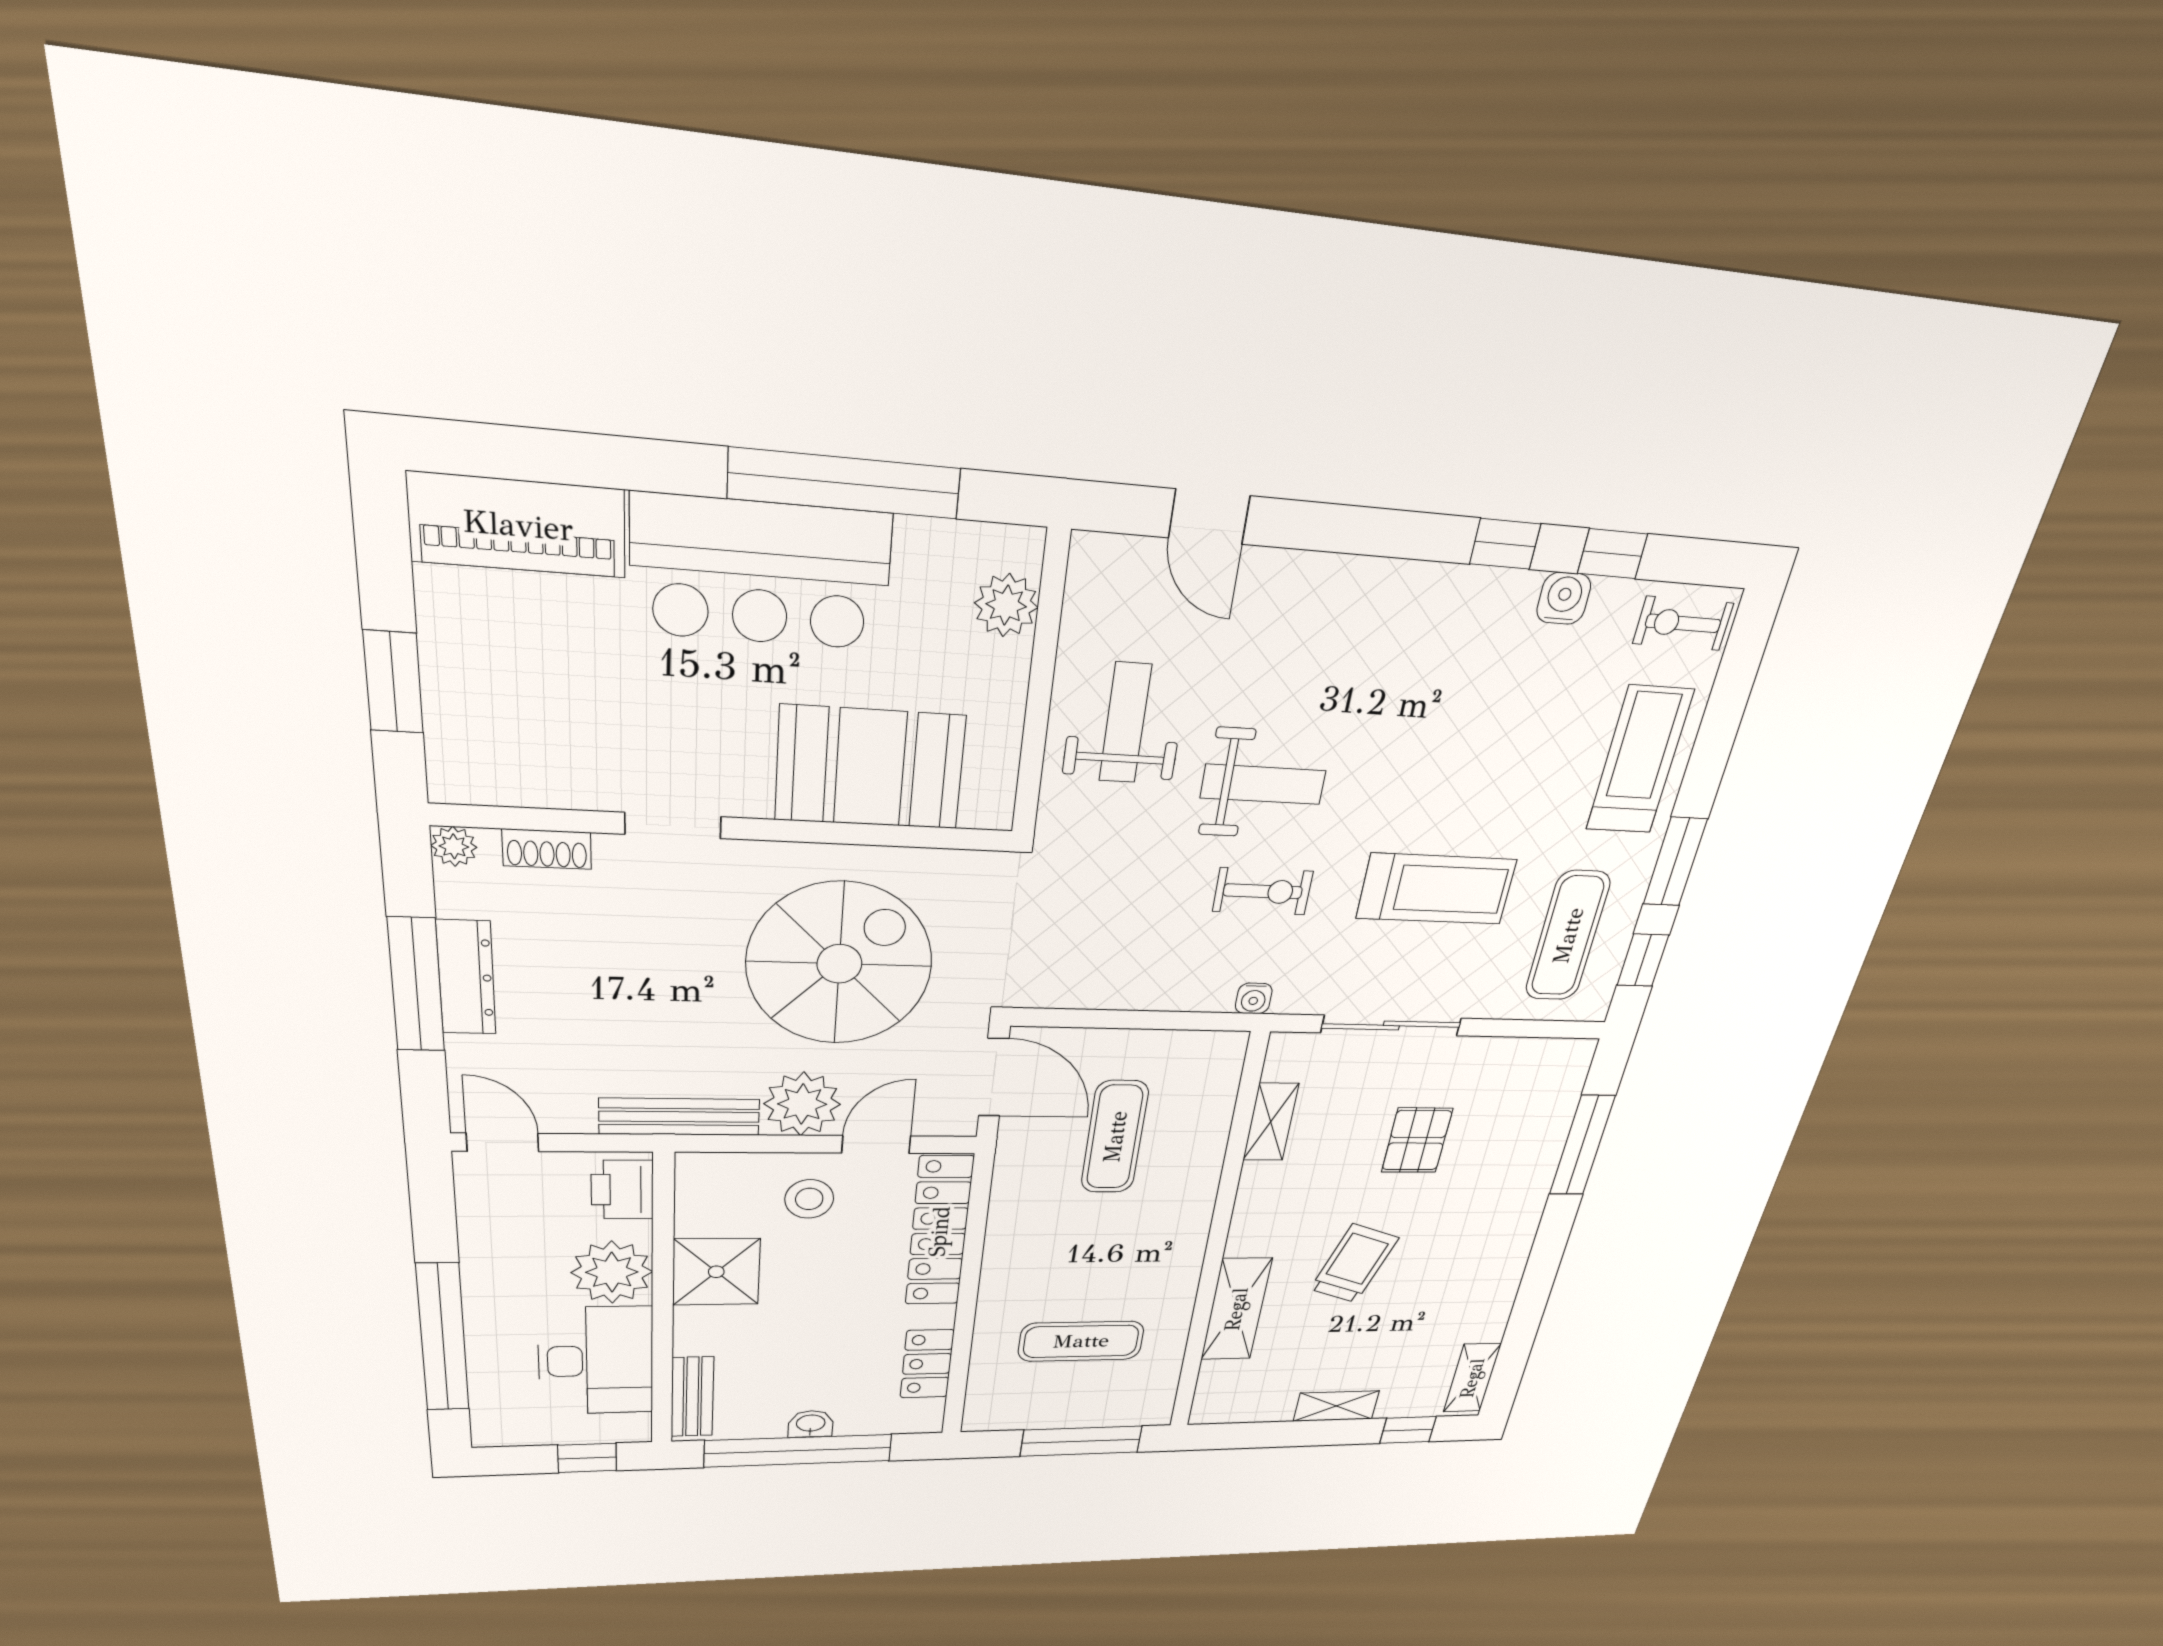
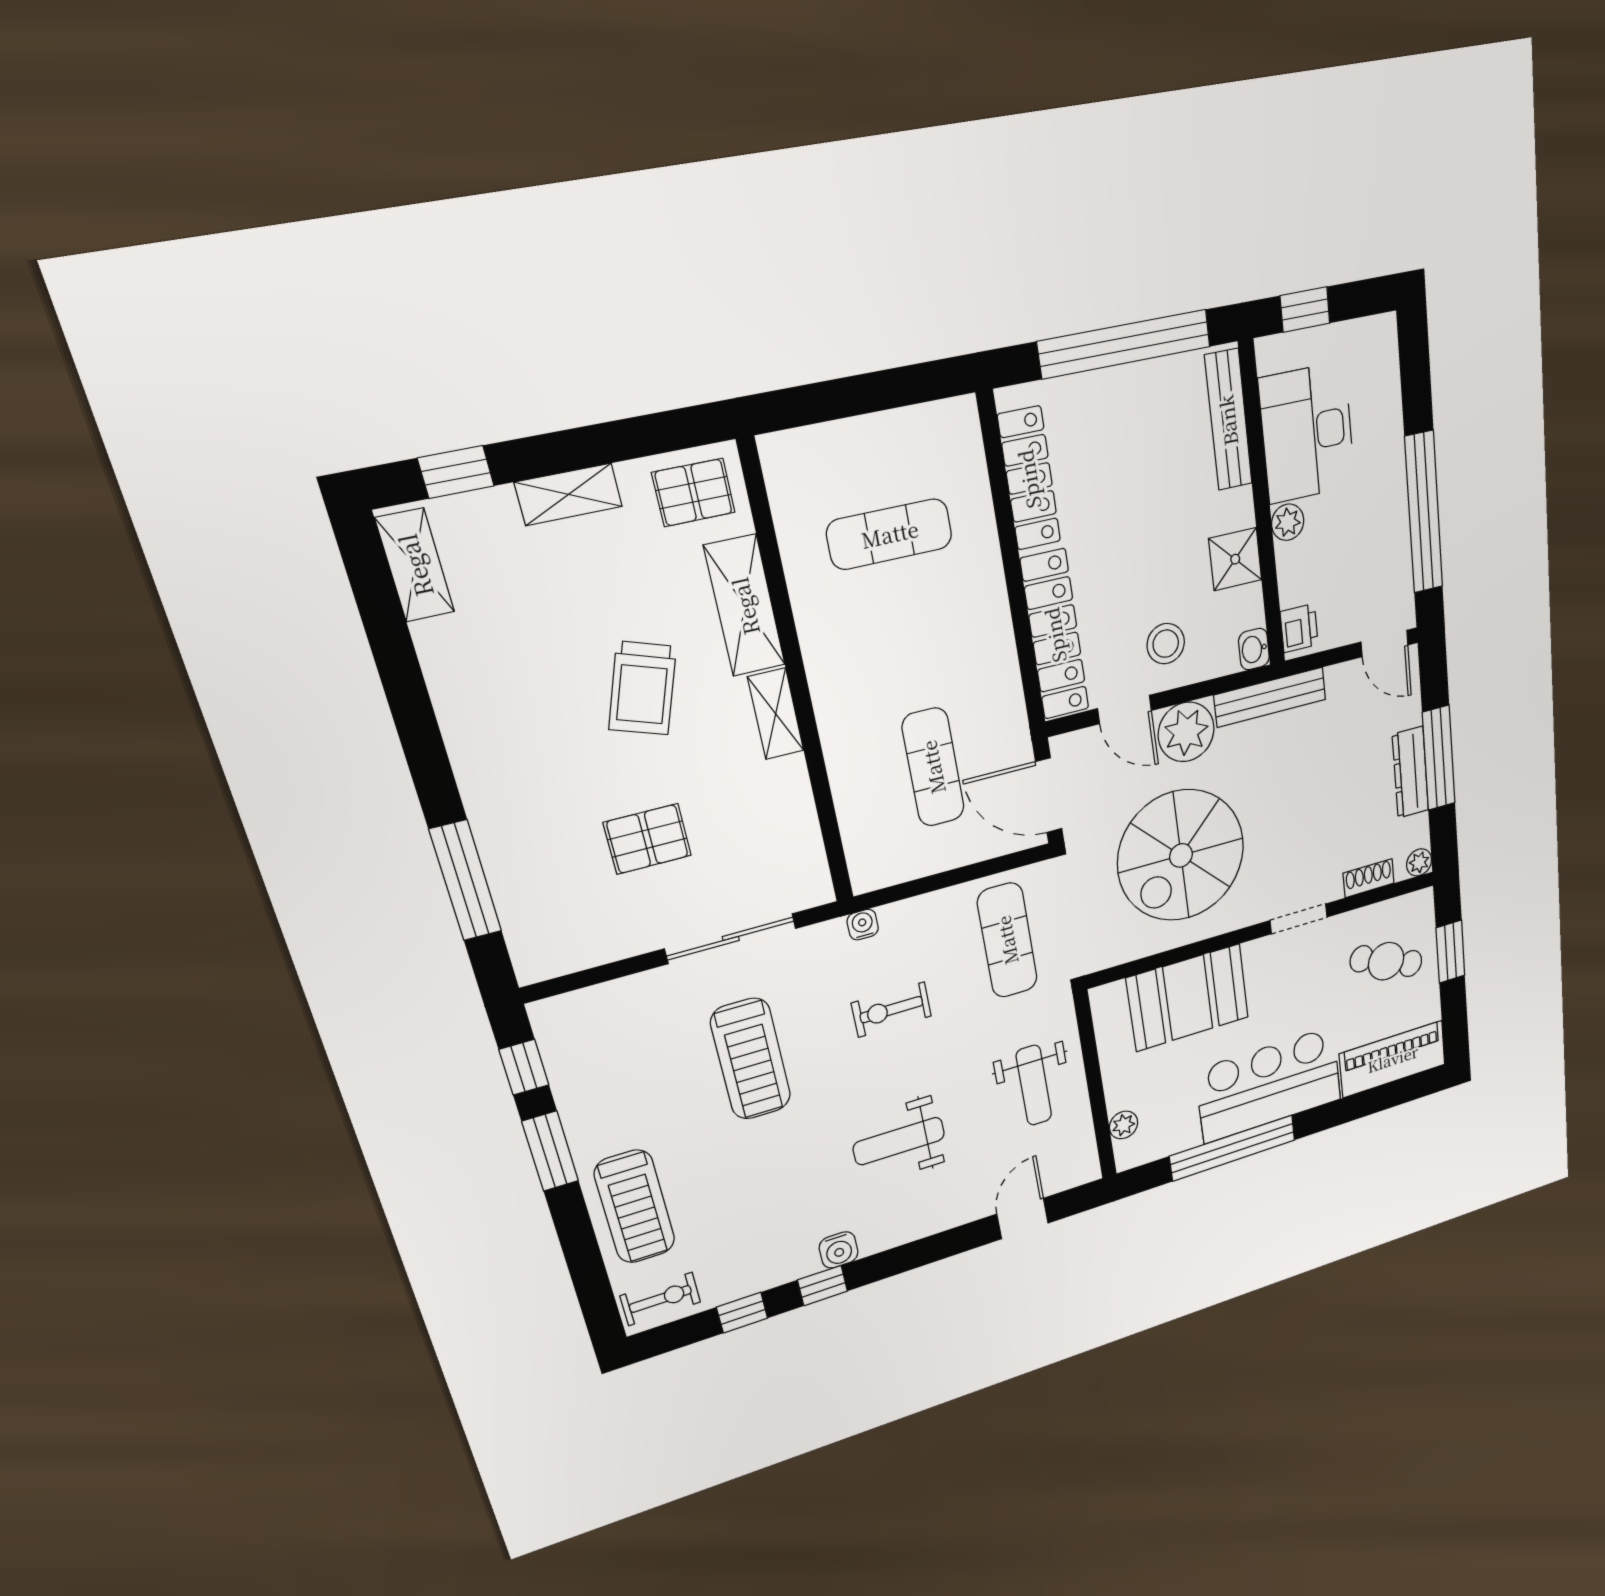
door: (1209, 517) -> (1023, 1219), hinge flipped
water cooler: (1564, 598) -> (839, 1250), moved
plant: (1006, 605) -> (1124, 1125), width x0.73, depth x0.73
cafe table: (522, 708) -> (1386, 961), added
weight bench: (1263, 784) -> (899, 1141), moved
treadmill: (1436, 889) -> (751, 1059), turned -90
exercise mat: (1568, 936) -> (1007, 940), moved
shelving: (1271, 1122) -> (776, 714), moved
pallet: (1417, 1140) -> (647, 839), turned 90
door: (876, 1144) -> (1125, 710), hinge flipped
printer: (622, 1190) -> (1299, 628), width x0.73, depth x0.81
plant: (612, 1272) -> (1288, 522), width x0.53, depth x0.53
shower: (716, 1272) -> (1235, 559), width x0.73, depth x0.73
window: (443, 1338) -> (1424, 513), moved
locker: (927, 1364) -> (1029, 479), width x1.53
pallet: (1239, 1394) -> (694, 493), added
bench: (692, 1397) -> (1228, 420), width x1.36
washbasin: (811, 1424) -> (1254, 649), moved, turned 90
window: (1081, 1441) -> (846, 397), removed

